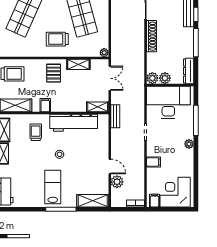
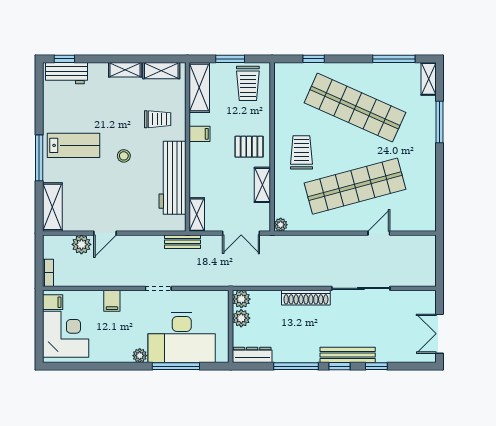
desk: (168, 102) -> (182, 338), moved, turned 90

